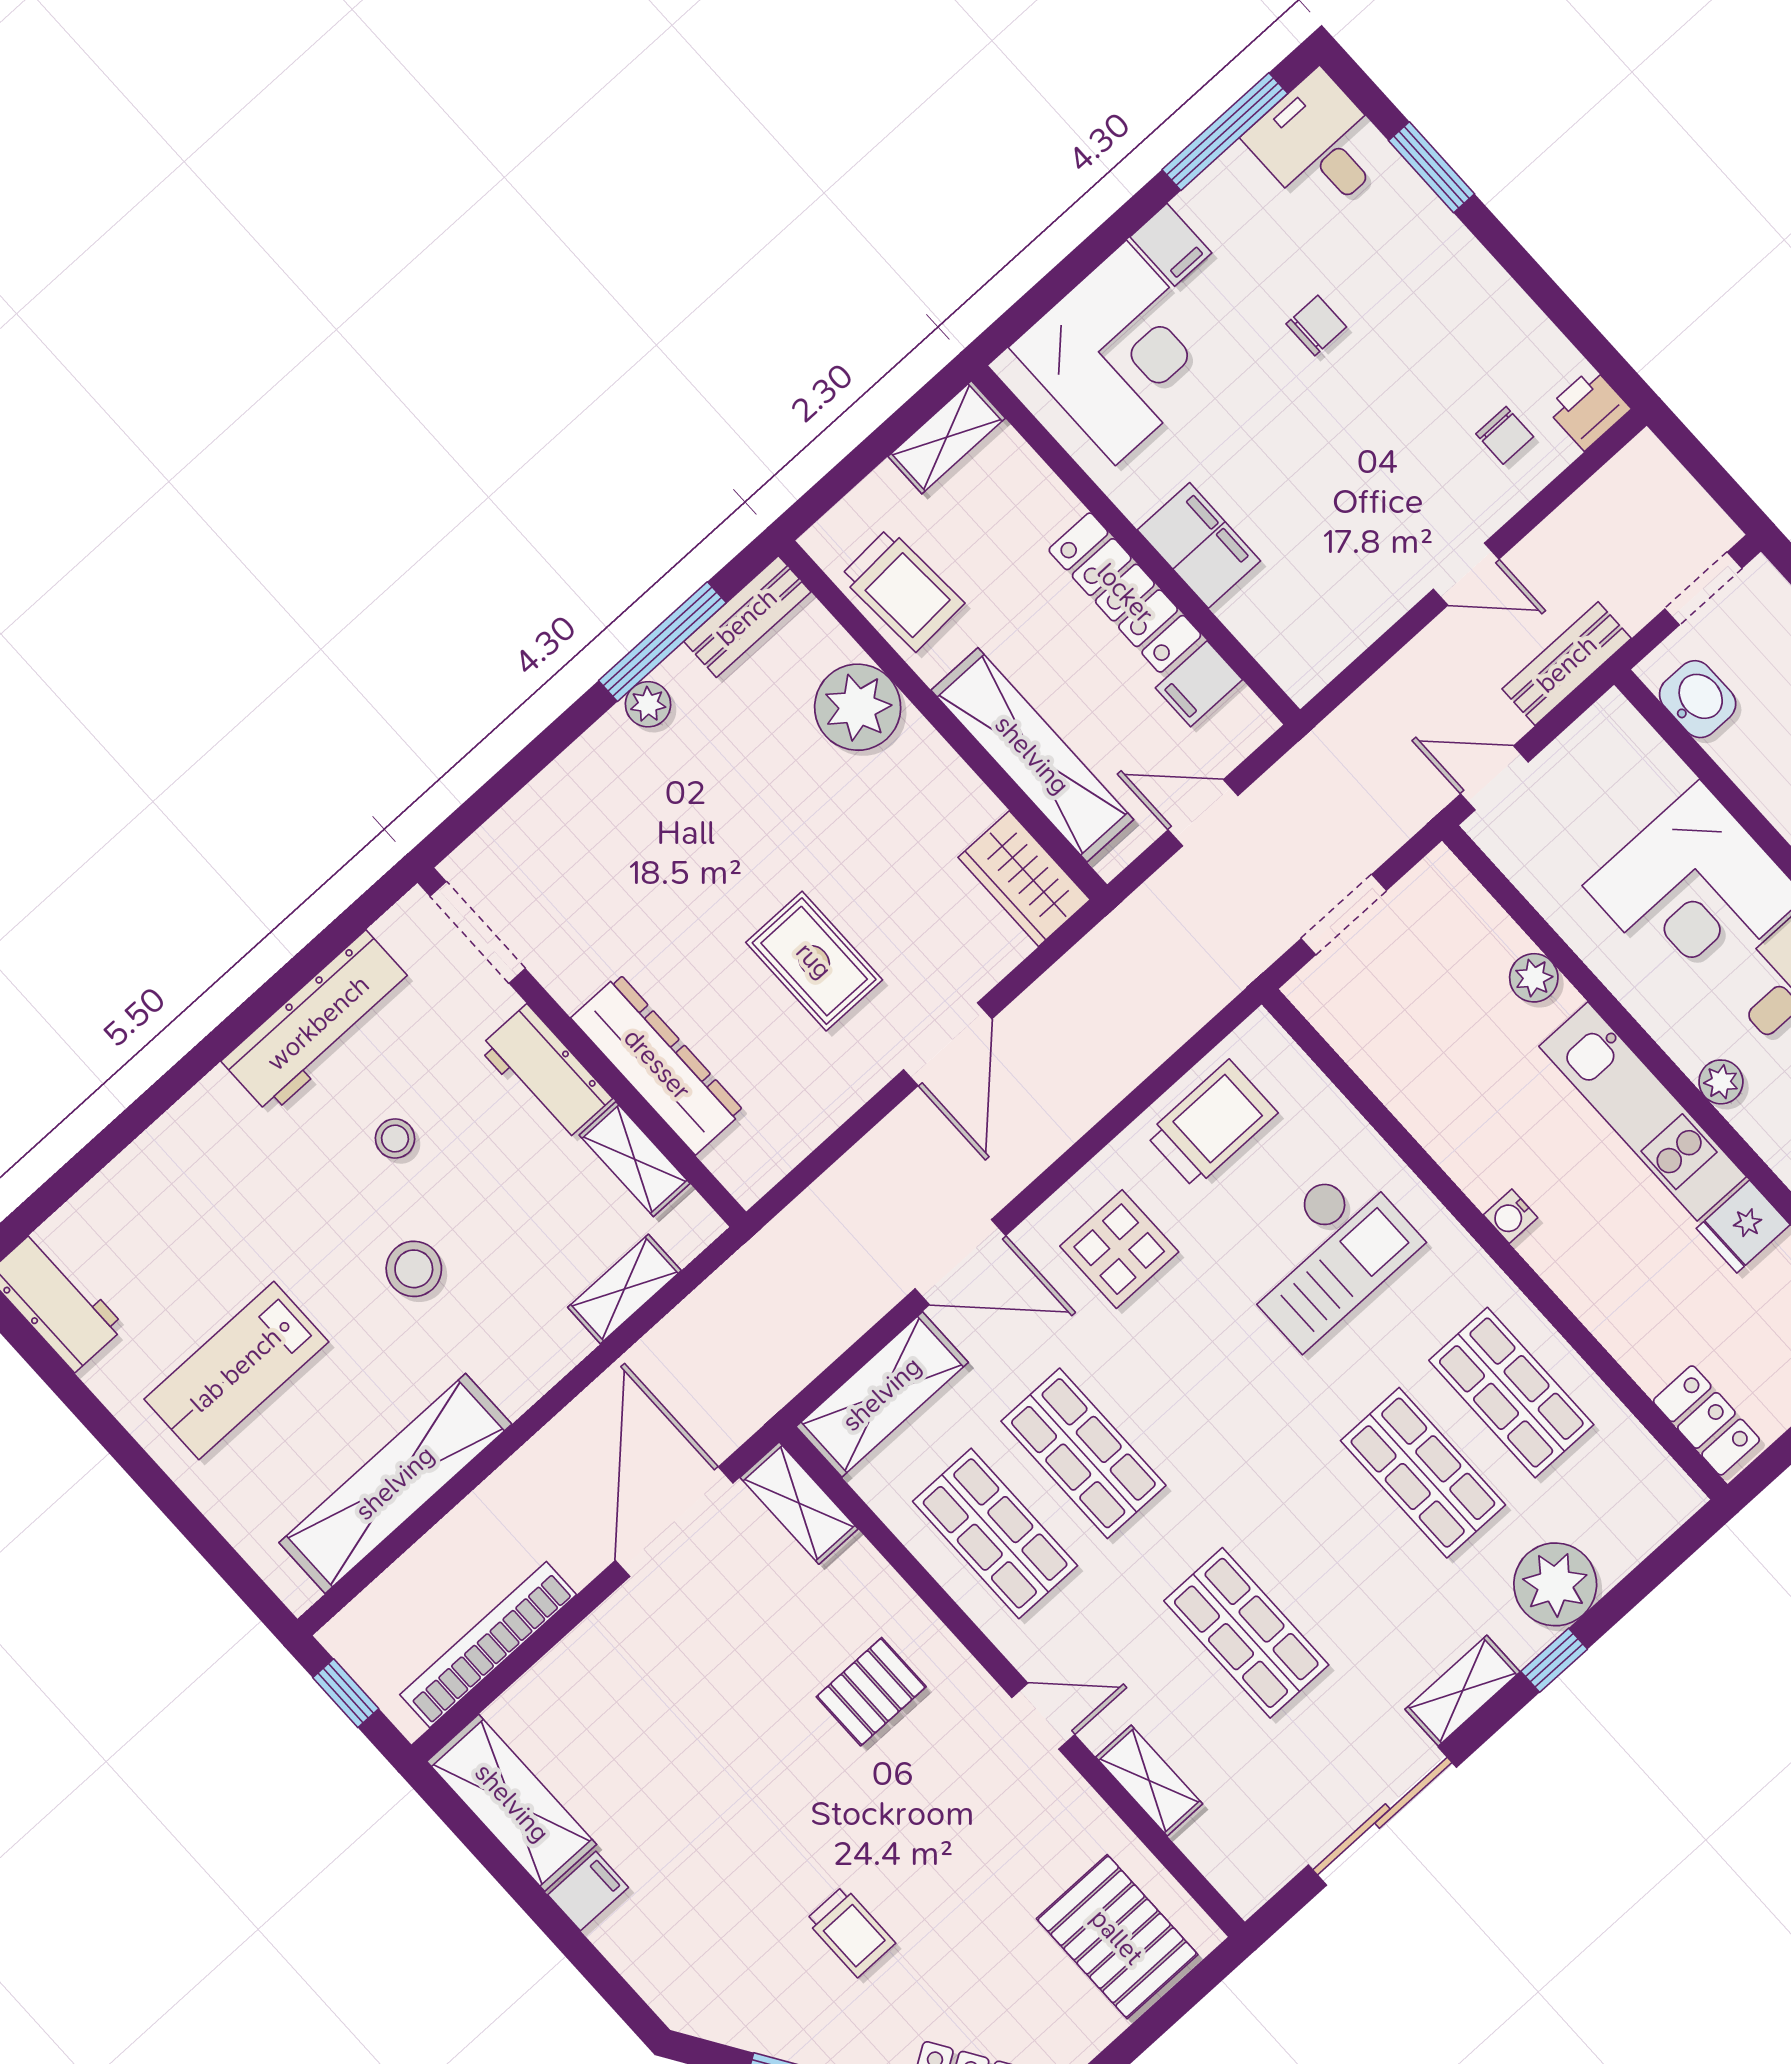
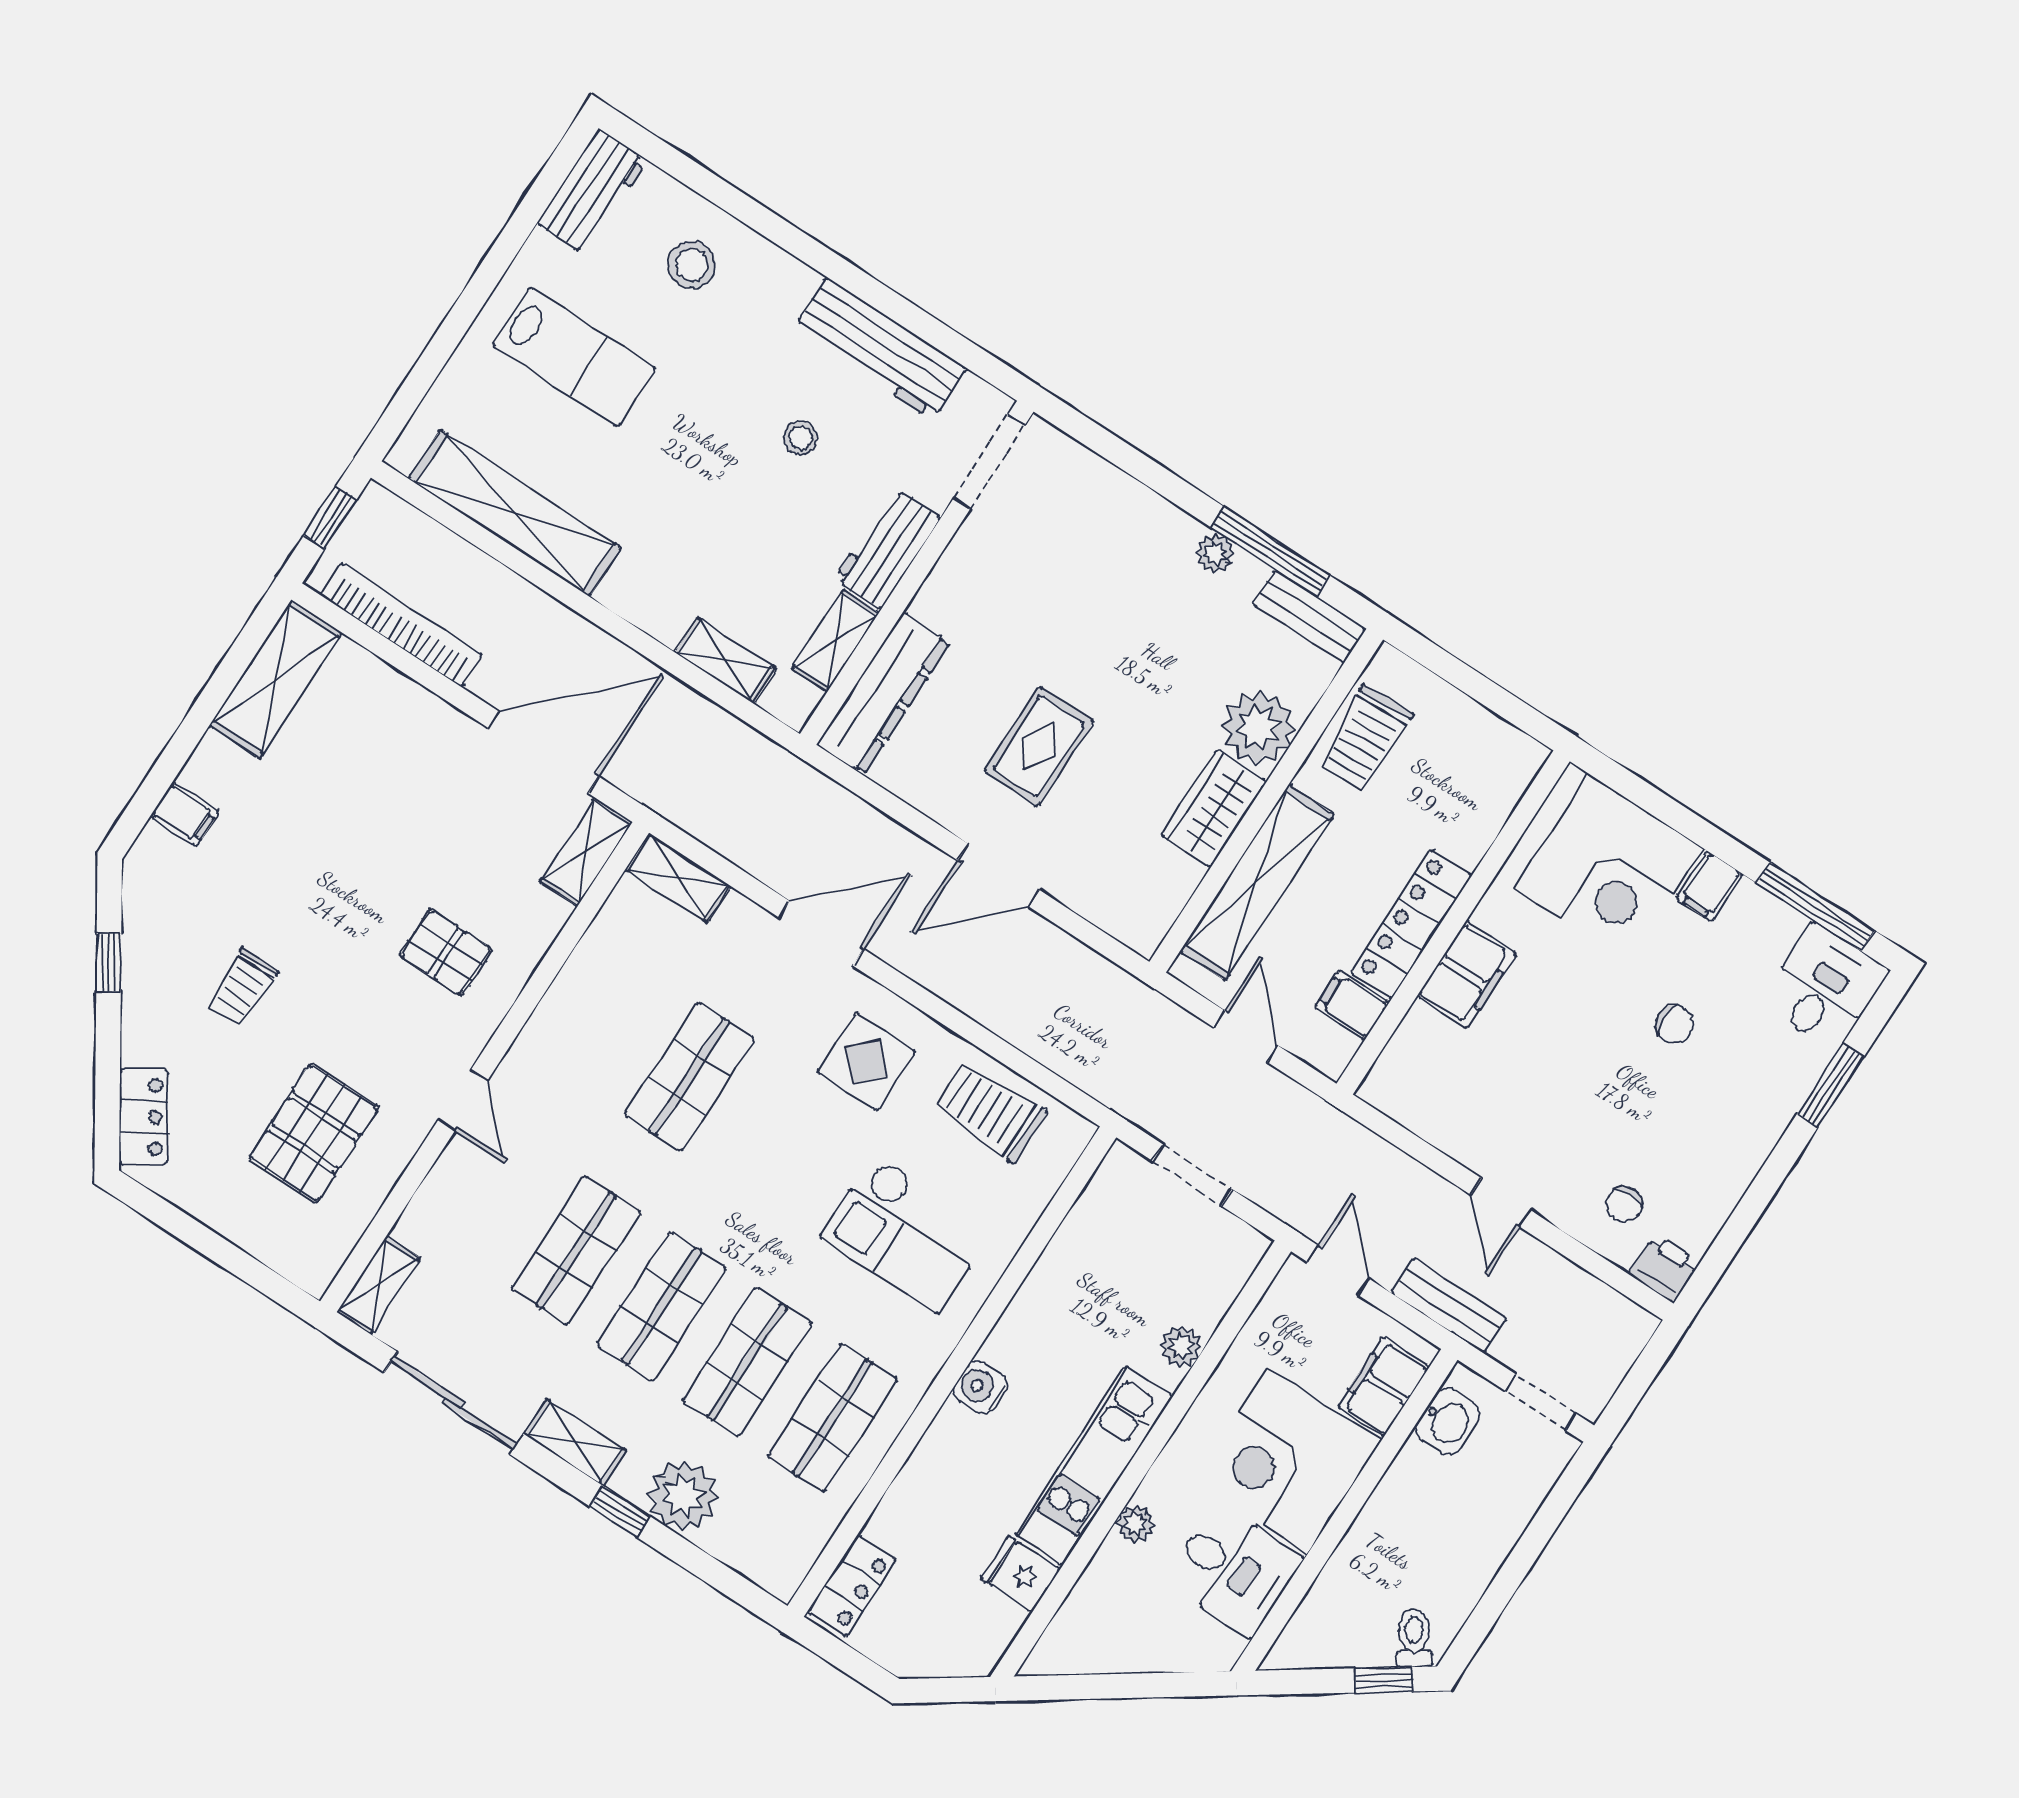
shelving: (947, 437) -> (1501, 742), removed
filing cabinet: (1639, 761) -> (1383, 1387), added
wardrobe: (1024, 879) -> (1214, 809), moved
dresser: (657, 1064) -> (883, 694), moved
trolley: (1212, 1124) -> (990, 1111), turned 180
water cooler: (1510, 1216) -> (980, 1388), width x1.38, depth x1.38
door: (960, 1262) -> (821, 933), swing flipped
stool: (414, 1269) -> (692, 265), moved
lab bench: (236, 1370) -> (574, 357), turned 180
shelving: (882, 1394) -> (678, 878), width x0.67, depth x0.75
shop shelf: (995, 1533) -> (661, 1306), moved
shelving: (1149, 1781) -> (378, 1285), moved
filing cabinet: (588, 1891) -> (185, 814), moved
pallet: (1117, 1937) -> (314, 1133), moved

